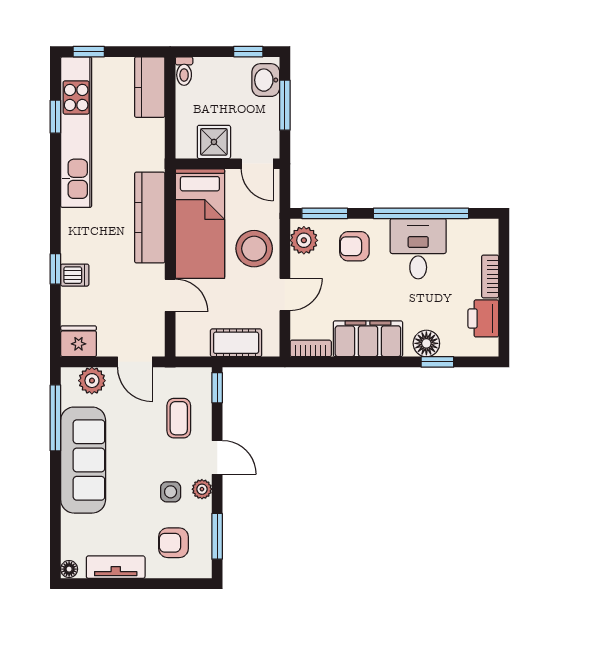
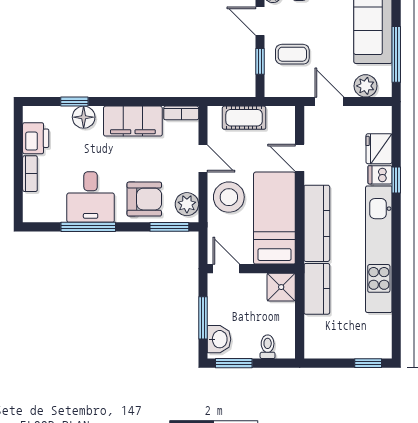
window: (248, 52) -> (234, 363), width x1.50
toilet: (184, 71) -> (268, 347), moved
kitchen counter: (150, 87) -> (317, 289), moved
window: (55, 117) -> (396, 308), removed
kitchen unit: (76, 132) -> (379, 249), moved
shower: (214, 142) -> (281, 287), moved
window: (421, 213) -> (88, 227), width x0.68
armchair: (354, 246) -> (144, 199), width x1.38, depth x1.38
door: (285, 295) -> (203, 158), swing flipped
fridge: (79, 341) -> (379, 149), moved, turned 90
window: (217, 388) -> (260, 61), moved
coffee table: (179, 418) -> (292, 54), turned 90

